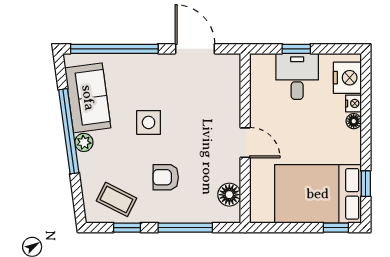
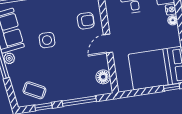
door: (245, 143) -> (108, 43), swing flipped
armchair: (166, 177) -> (86, 21), moved, turned 180

